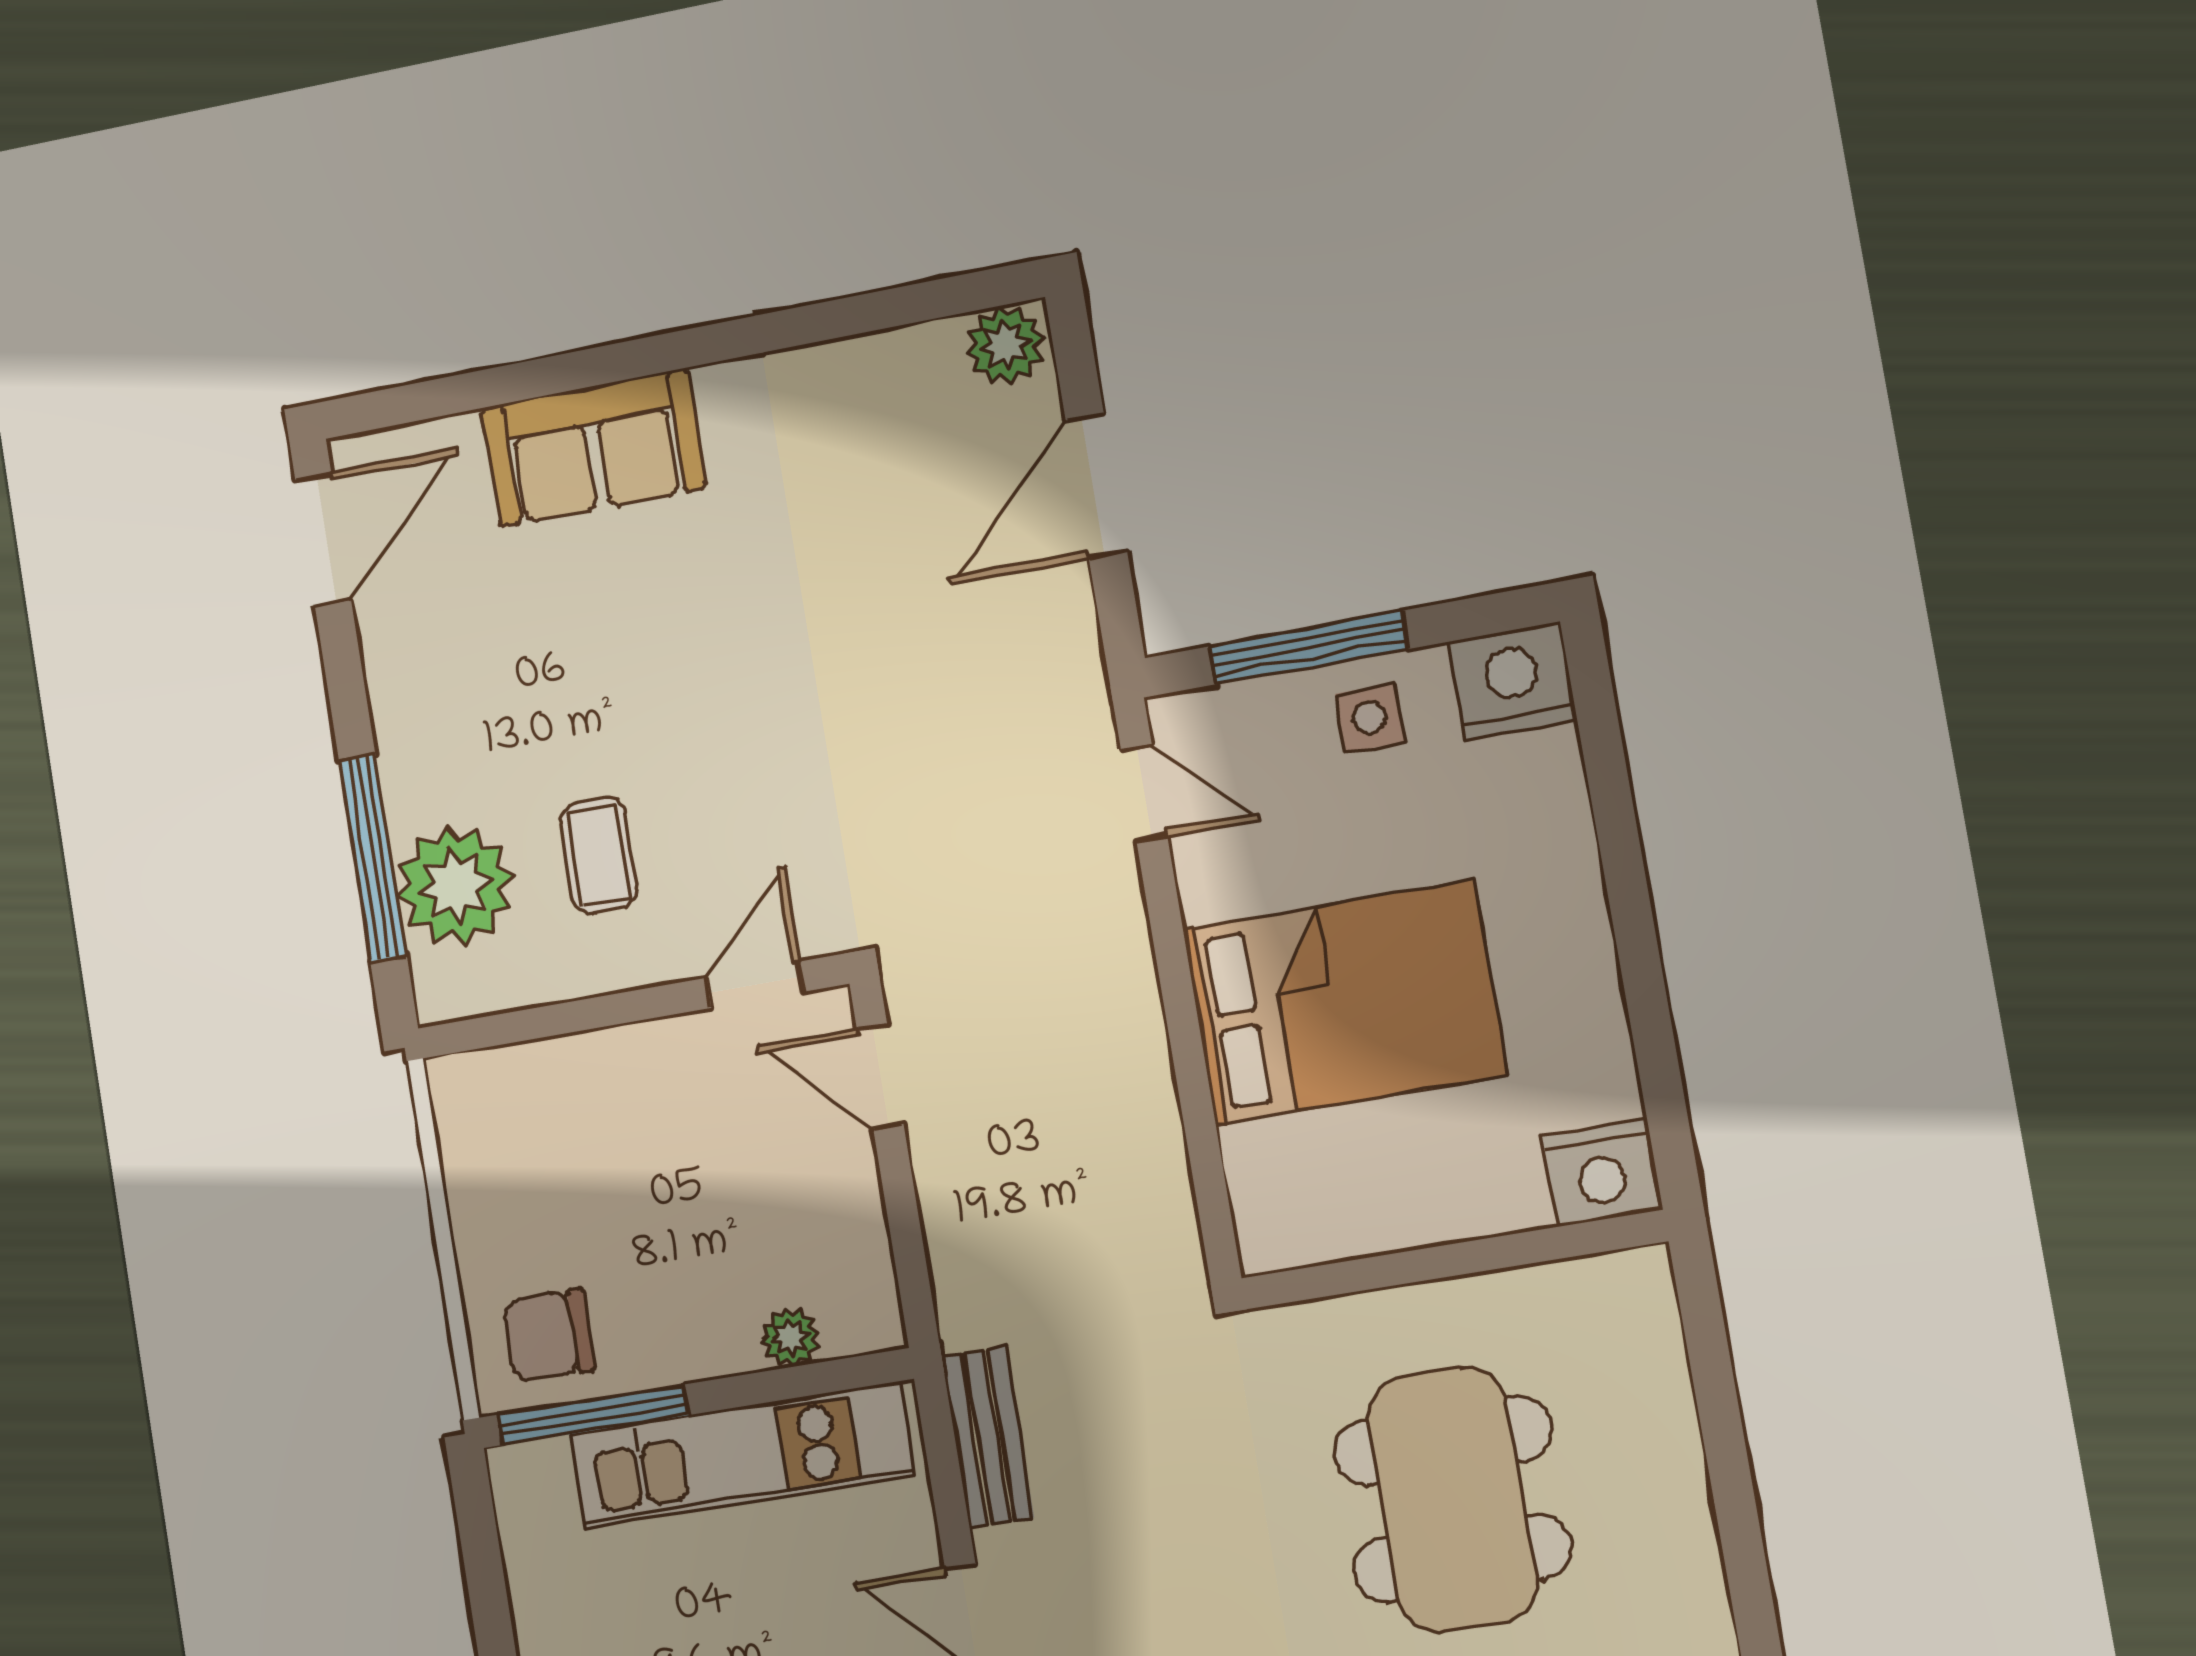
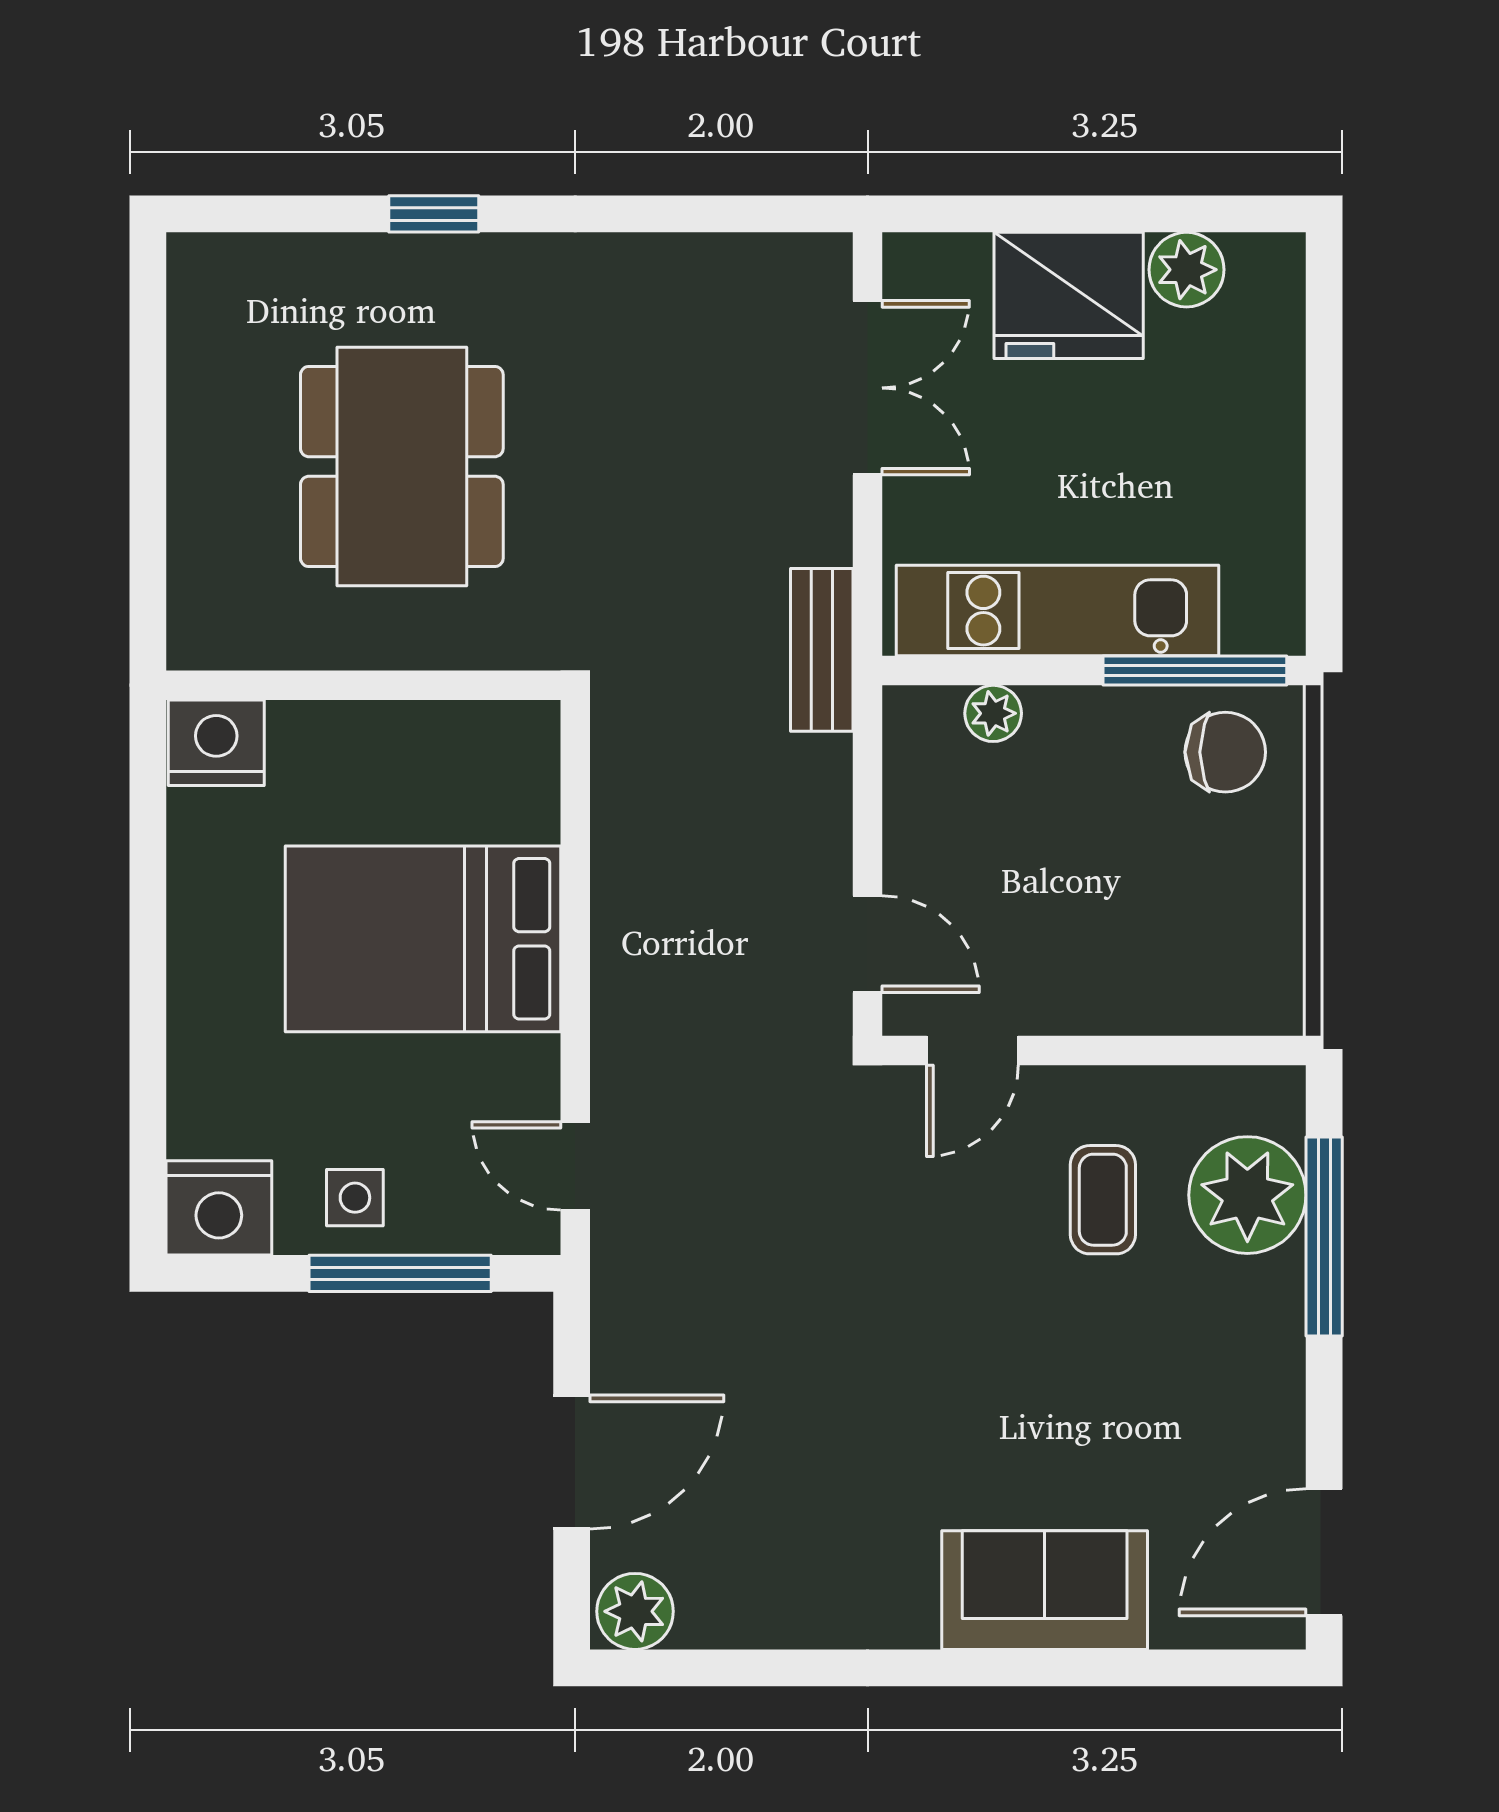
bench: (988, 1437) -> (822, 650), moved

